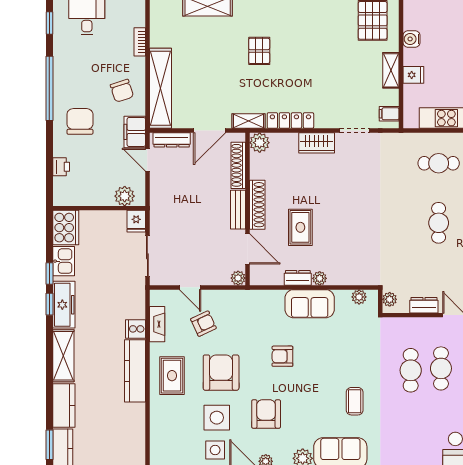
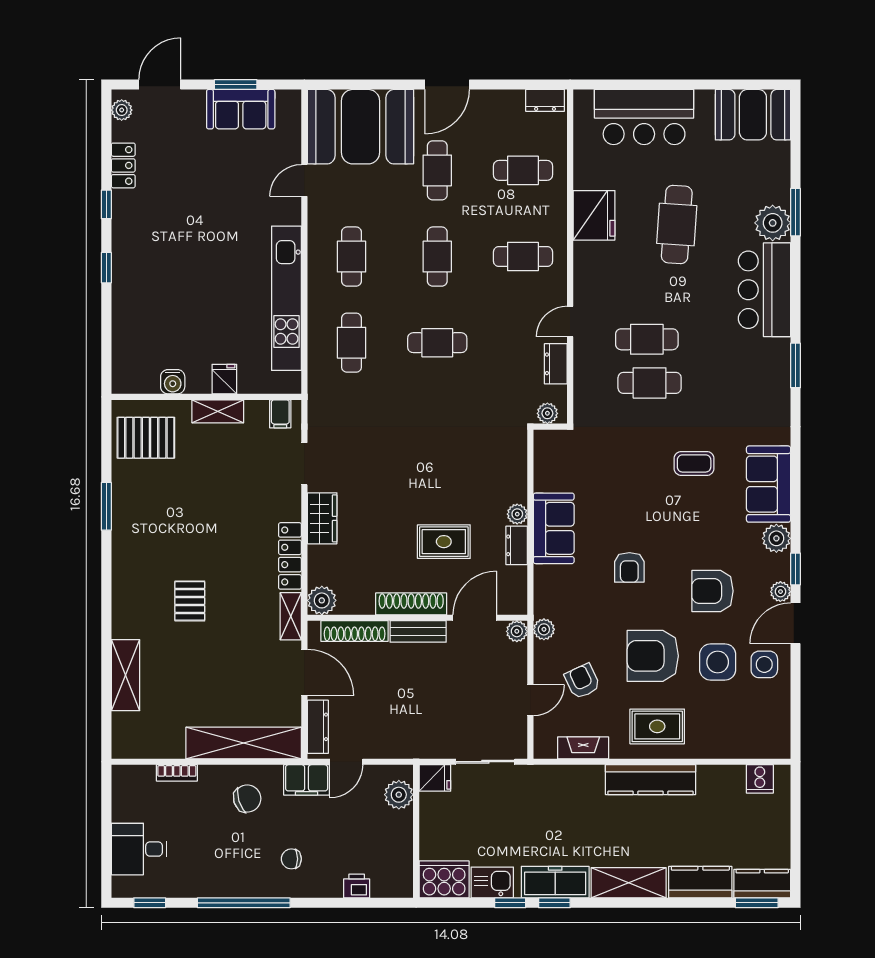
pallet: (259, 51) -> (190, 601), turned 90
chair: (80, 121) -> (291, 859), width x0.54, depth x0.54
plant: (359, 297) -> (544, 629), moved
cooker: (136, 329) -> (760, 779), moved

